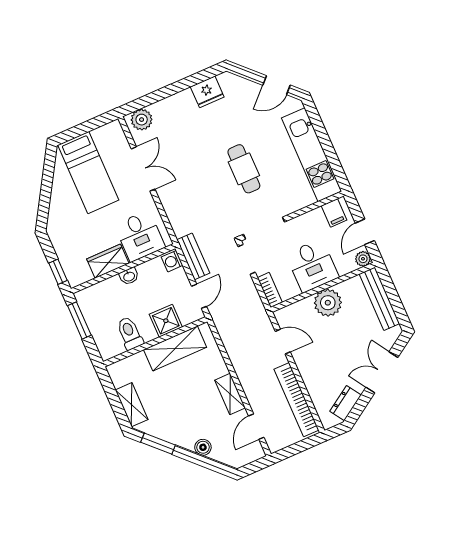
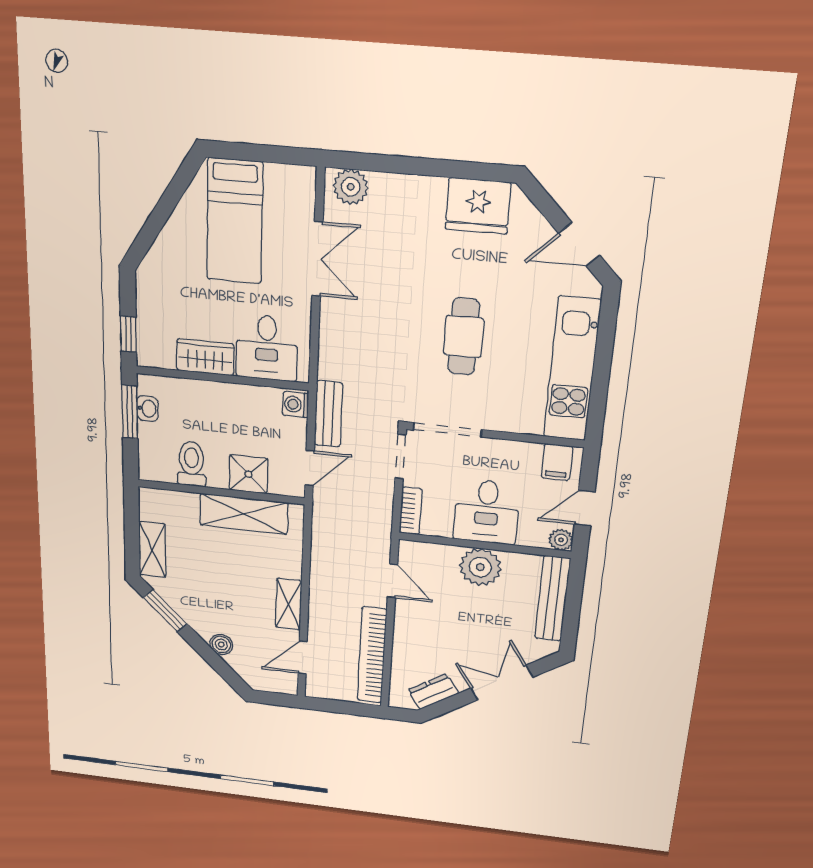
fridge: (207, 92) -> (478, 206), width x1.36, depth x1.34
washbasin: (129, 276) -> (147, 409), moved, turned -90

